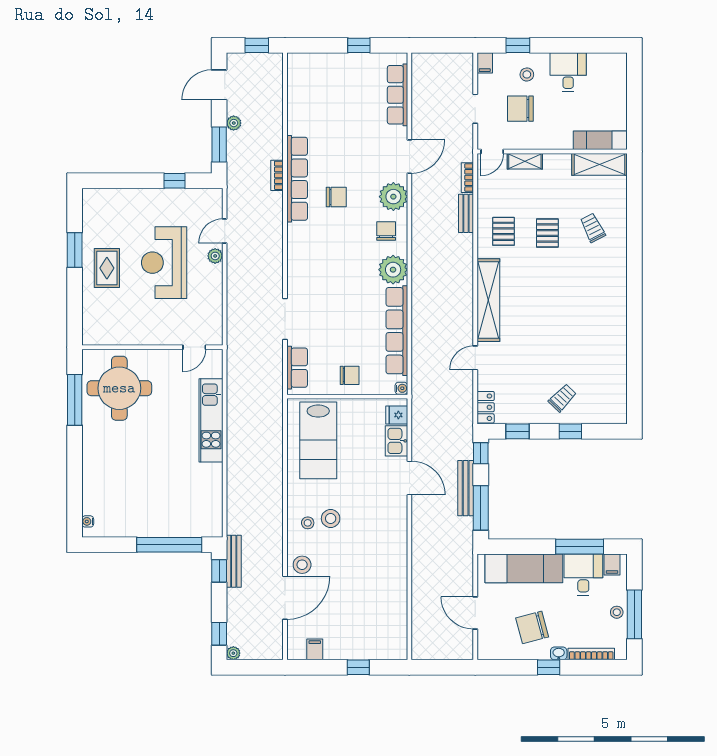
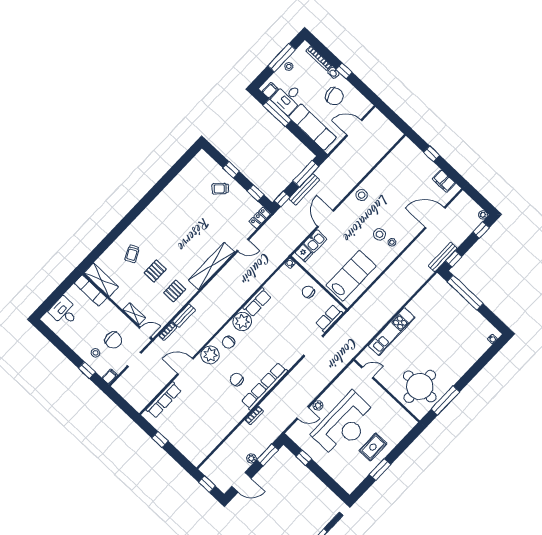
desk: (568, 72) -> (64, 312), moved, turned 90
row of seats: (297, 179) -> (264, 386), moved
reception desk: (164, 263) -> (344, 425), width x1.36, depth x1.30
row of seats: (397, 331) -> (257, 302), width x0.50
stool: (302, 565) -> (362, 195), moved
door: (475, 613) -> (354, 128), swing flipped
filing cabinet: (315, 649) -> (444, 181), width x2.00

